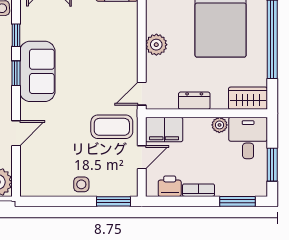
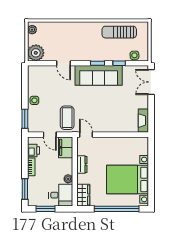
plant: (156, 45) -> (114, 143), removed
sofa: (37, 71) -> (99, 75), width x1.36

